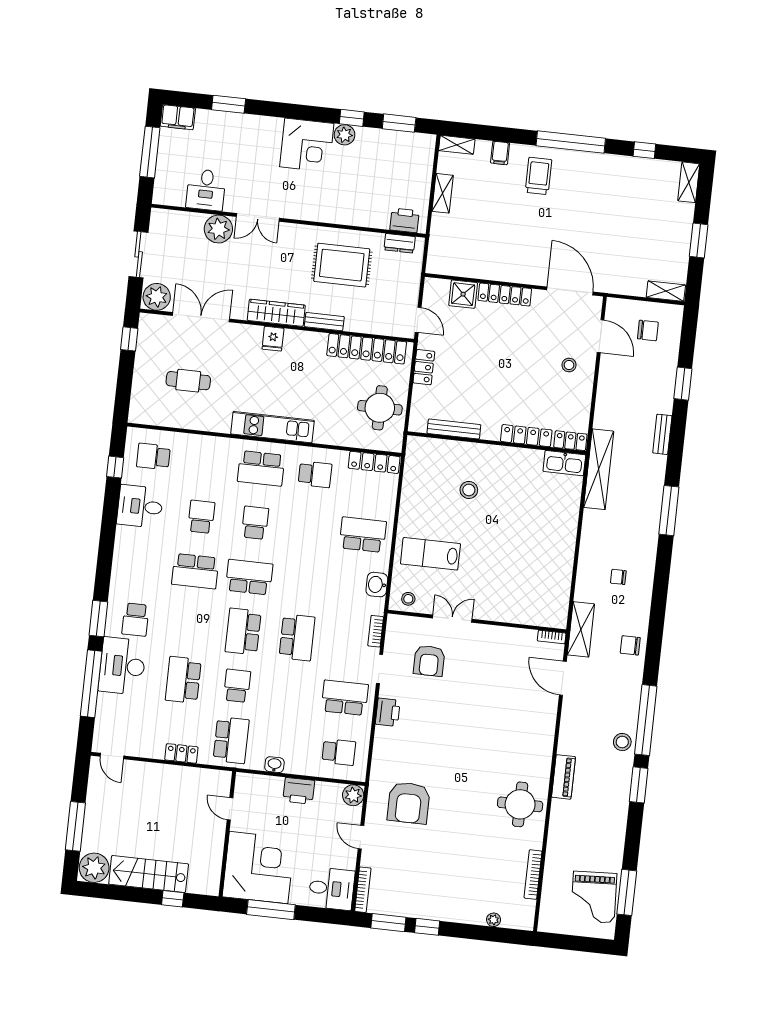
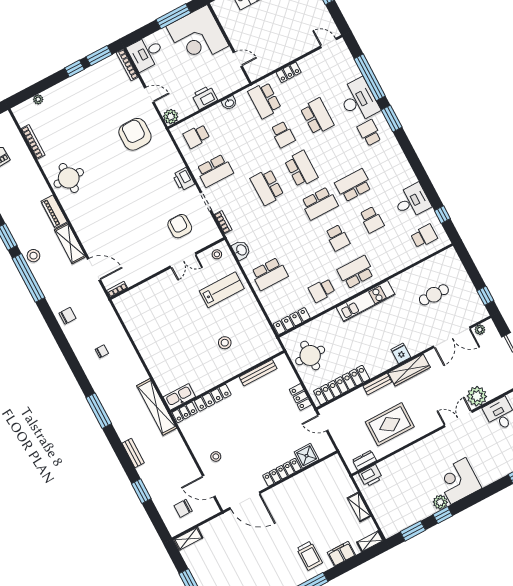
filing cabinet: (500, 153) -> (341, 554), width x2.00
plant: (157, 297) -> (480, 330), width x0.53, depth x0.53
shelving: (581, 629) -> (70, 243), moved

